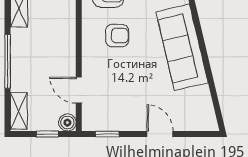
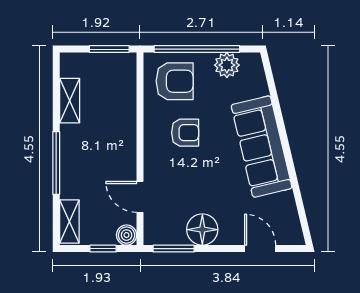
floor lamp: (132, 118) -> (202, 230), added
window: (107, 134) -> (174, 249), width x1.50
door: (160, 134) -> (260, 249), moved

